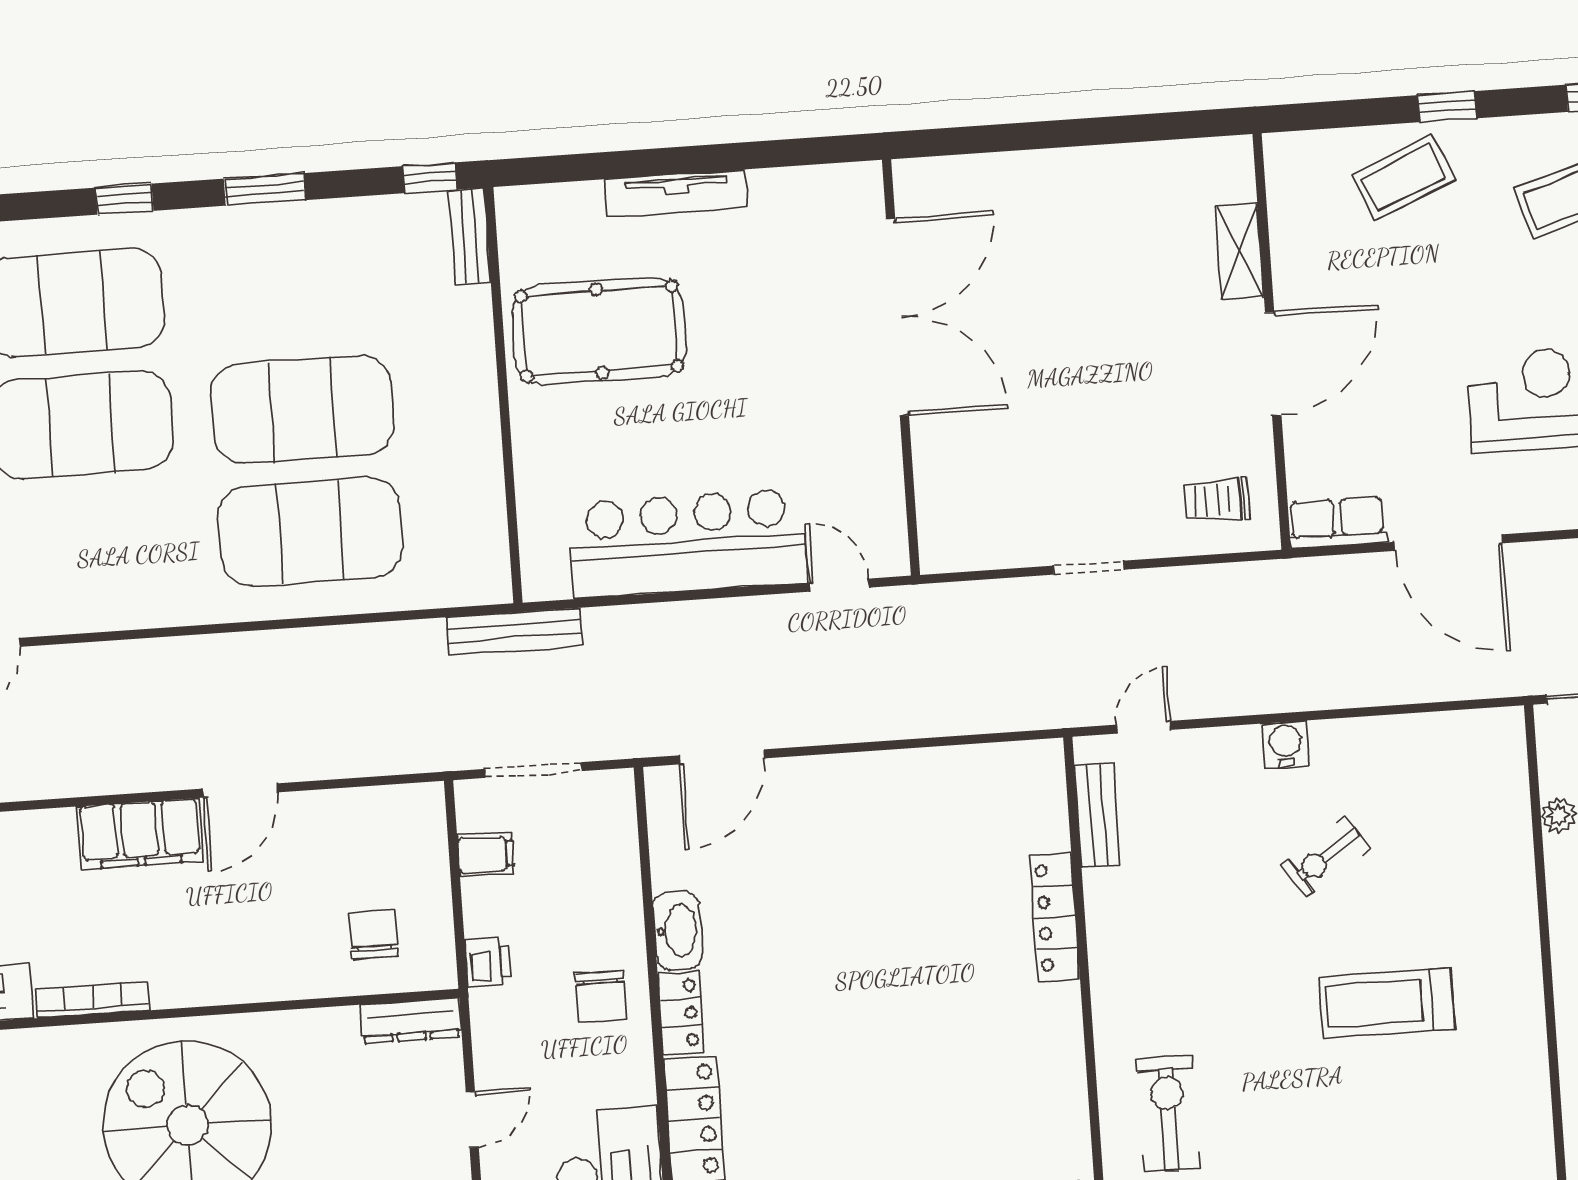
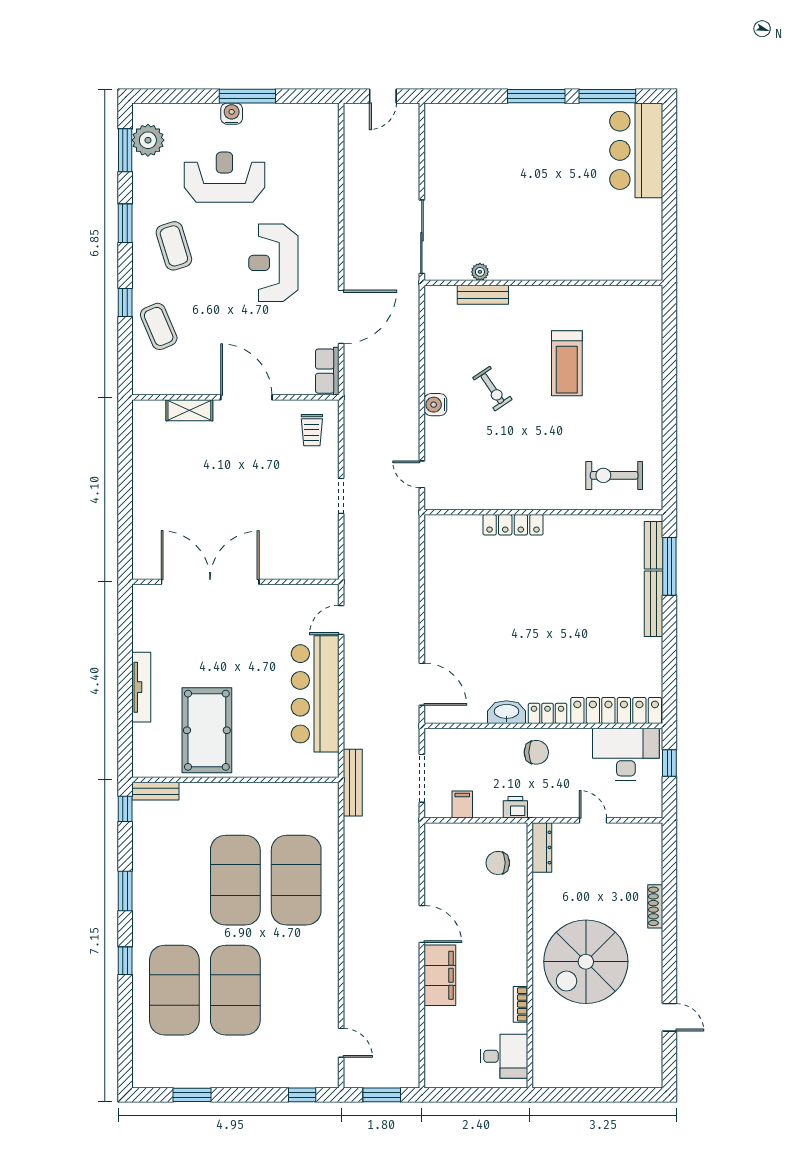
bench: (1097, 815) -> (483, 295), moved
bookcase: (93, 1000) -> (521, 1004), width x0.64

